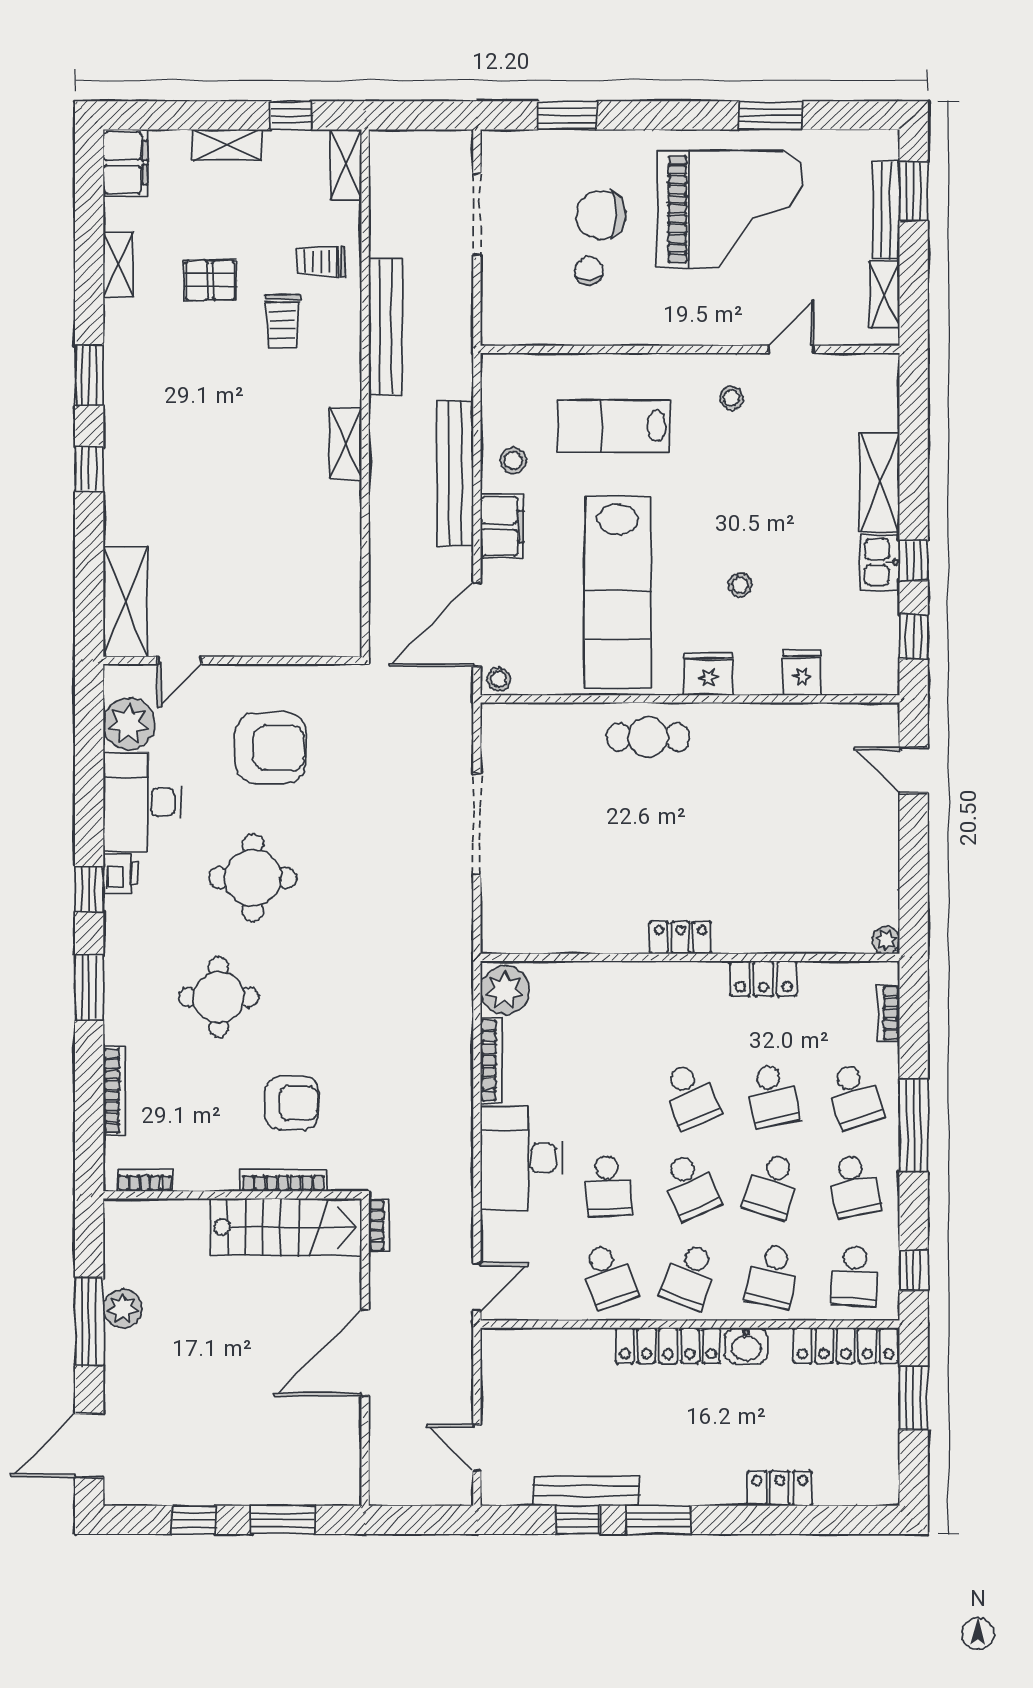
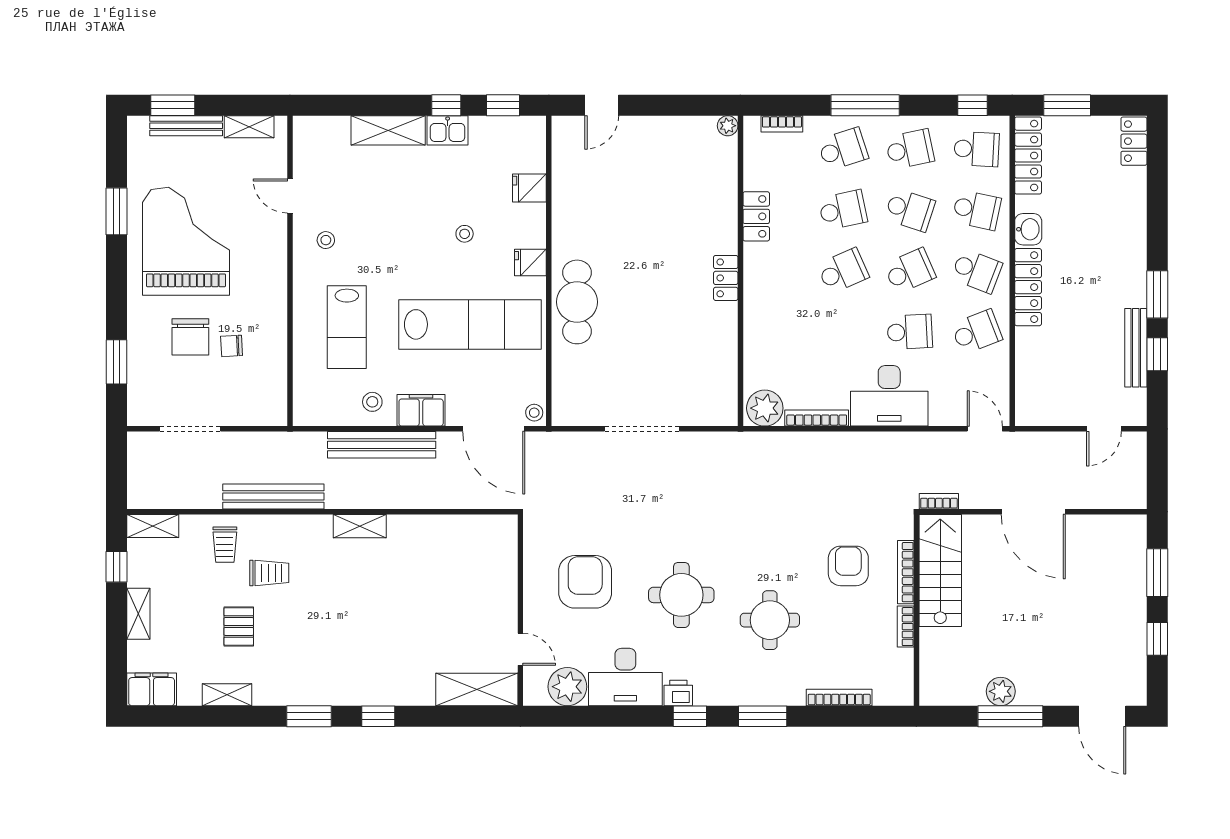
fridge: (708, 674) -> (530, 262), width x0.72
cafe table: (648, 737) -> (577, 302), width x1.37, depth x1.35
bookcase: (145, 1180) -> (906, 627), moved
locker: (780, 1488) -> (1134, 141), moved

